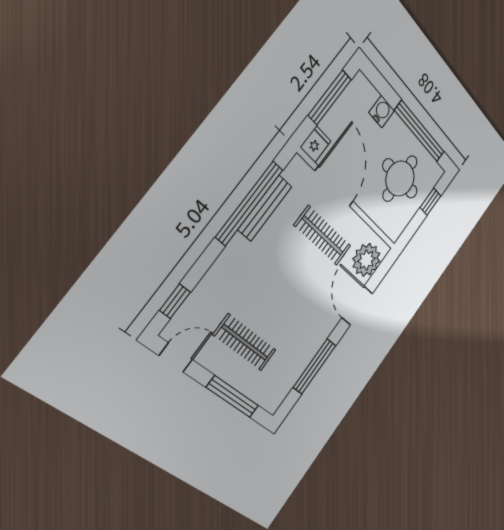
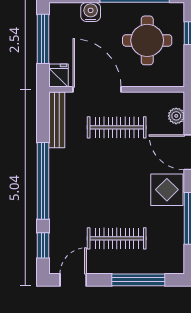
window: (249, 203) -> (43, 181), moved
bench: (265, 208) -> (57, 120), moved
plant: (366, 260) -> (176, 116), width x0.53, depth x0.53
display table: (317, 326) -> (167, 190), added

